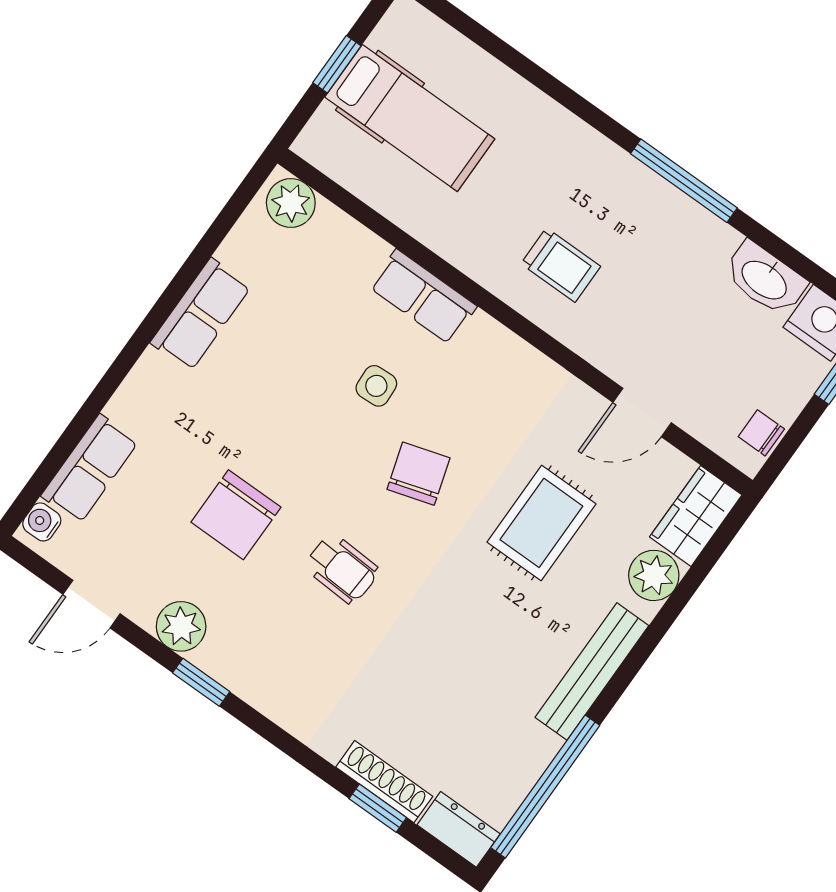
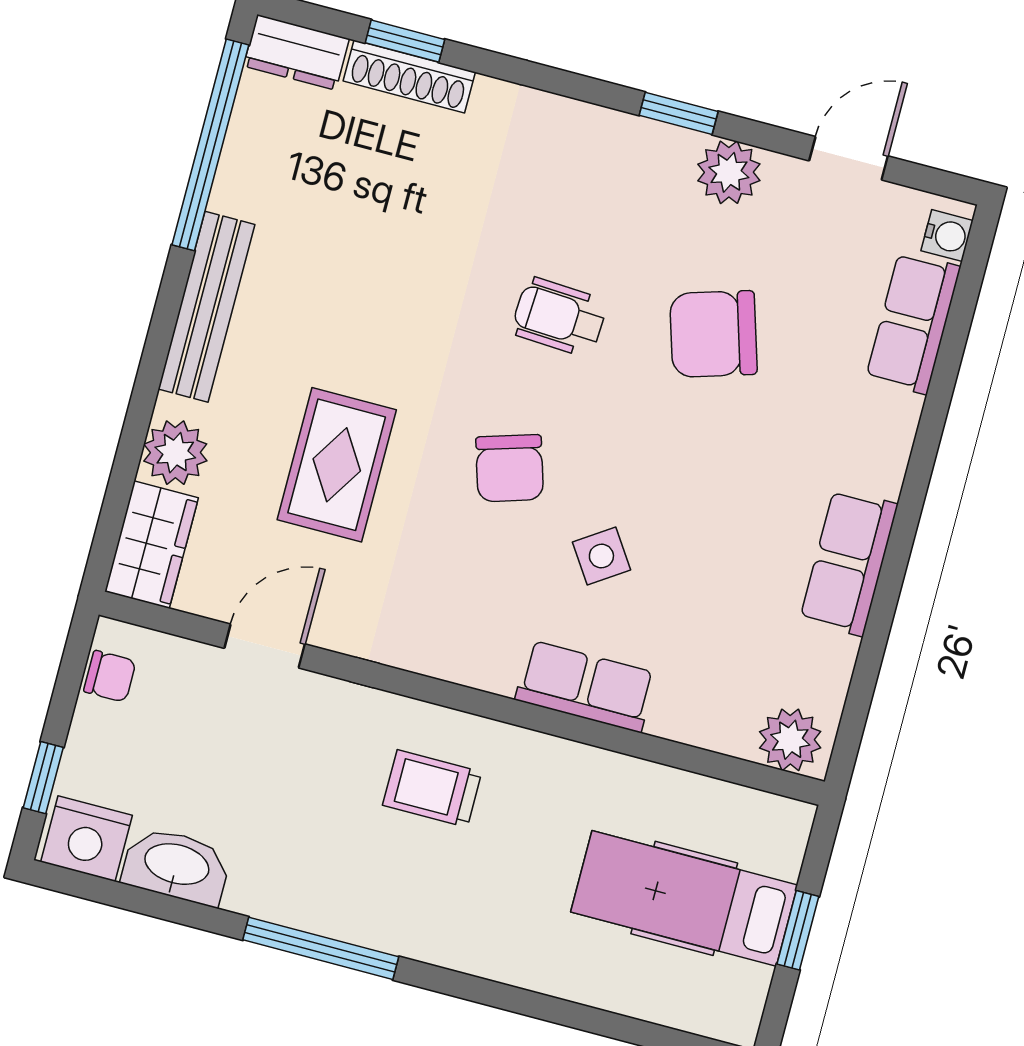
side table: (376, 386) -> (601, 556), turned -31
chair: (236, 515) -> (713, 334), turned -107

